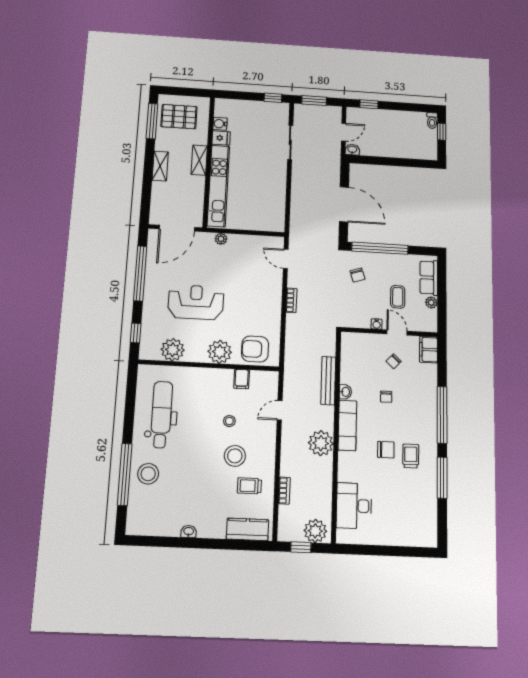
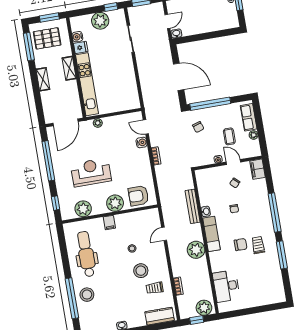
window: (189, 92) -> (49, 18), added
plant: (255, 111) -> (100, 21), added
water cooler: (275, 278) -> (142, 142), added
filing cabinet: (242, 379) -> (109, 223), moved

